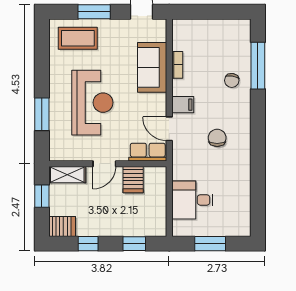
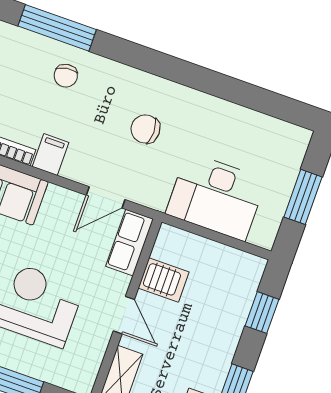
chair: (232, 80) -> (66, 76), turned 72
filing cabinet: (183, 105) -> (51, 155), moved
desk: (192, 200) -> (216, 197), width x1.37

